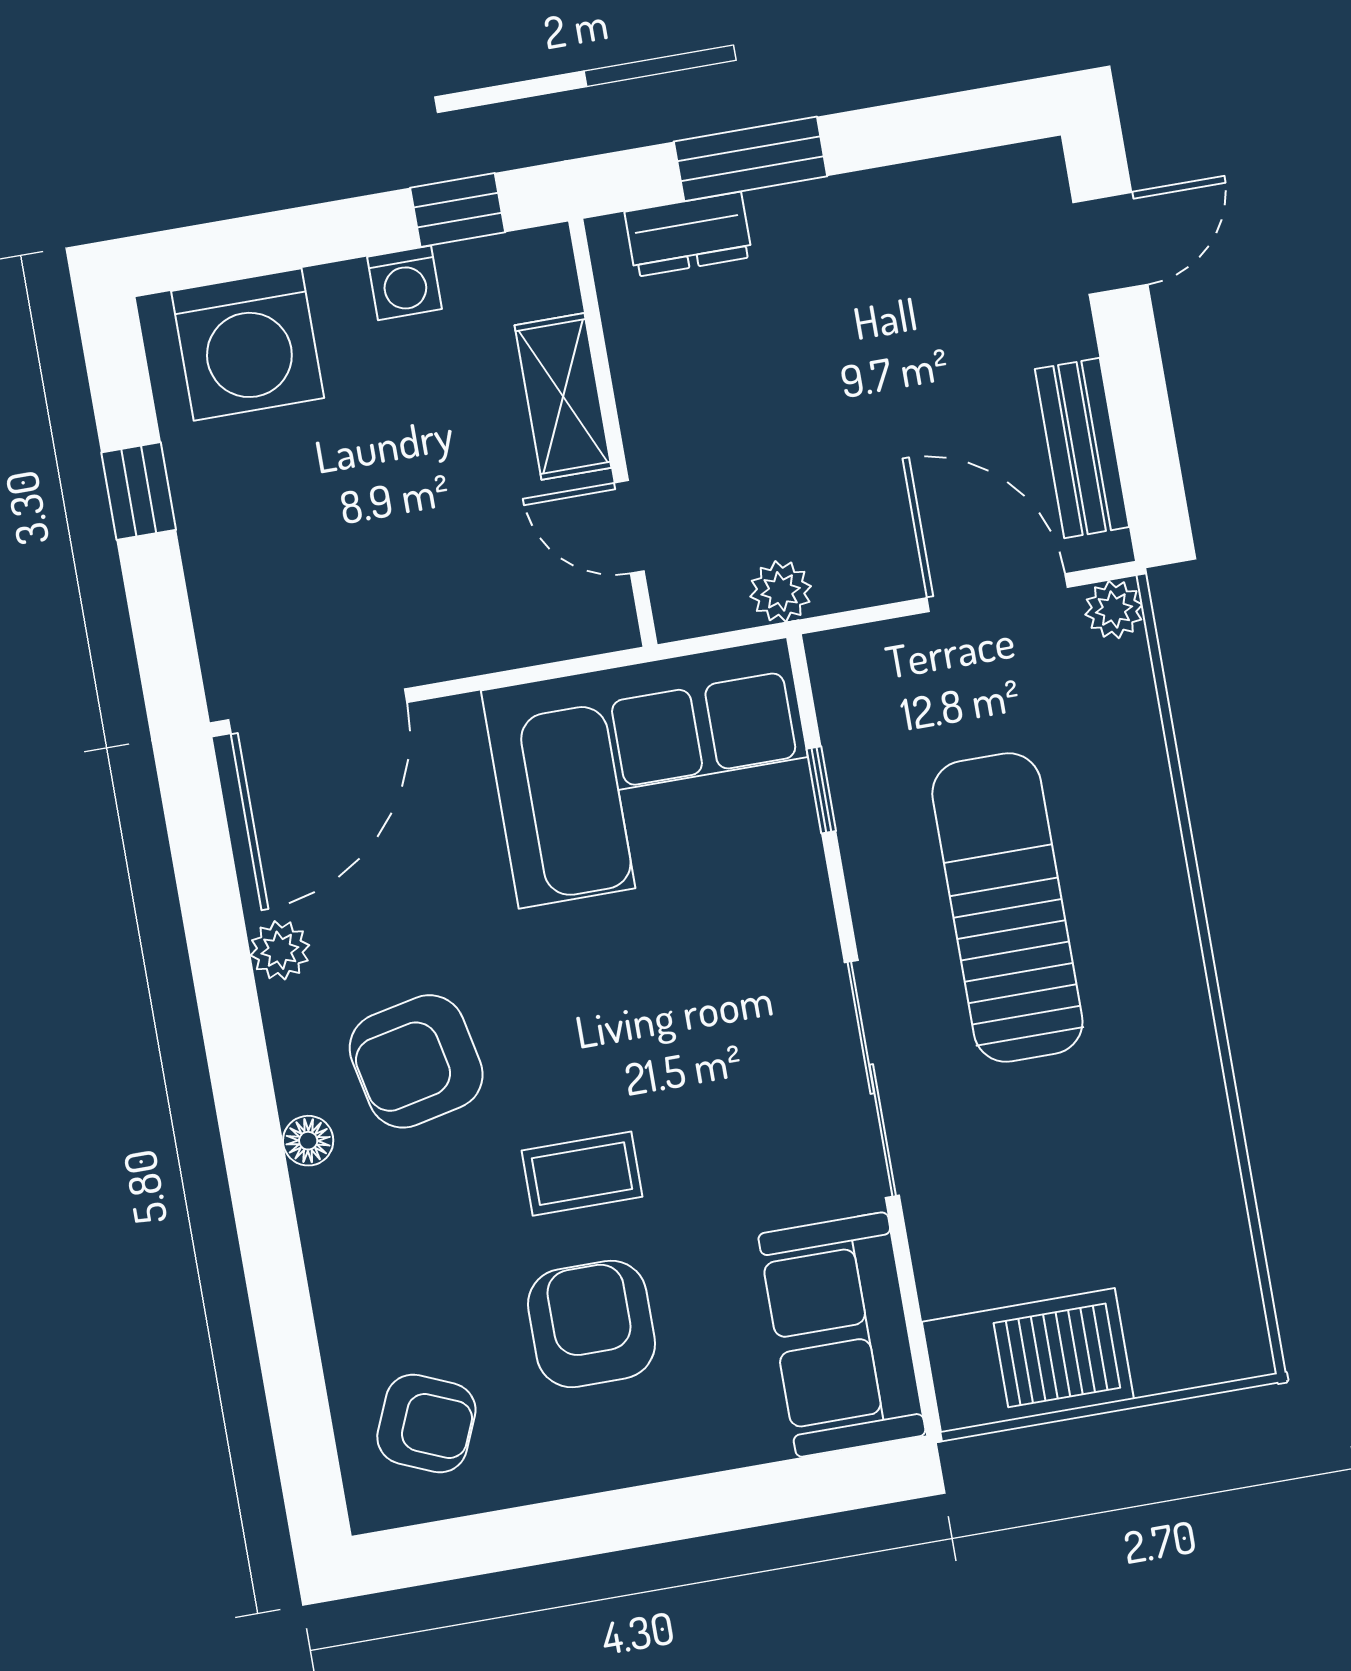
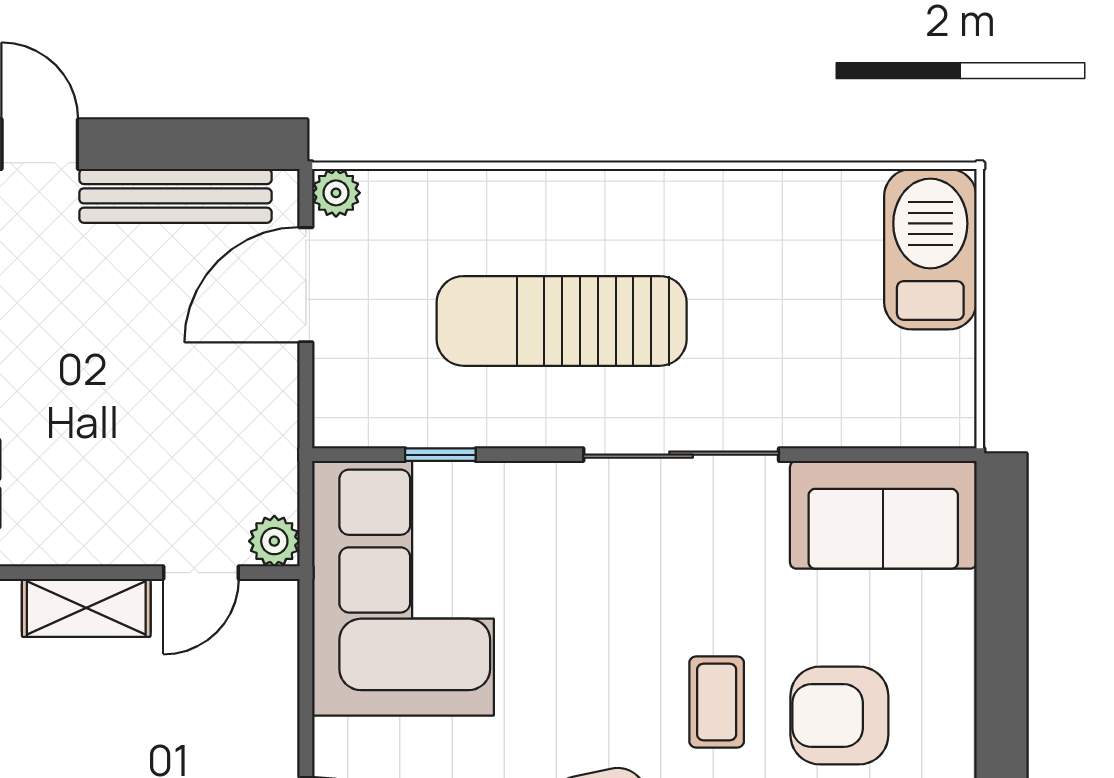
bench: (1082, 448) -> (175, 196), width x1.36
plant: (781, 591) -> (274, 541), moved
barbecue: (1028, 1360) -> (930, 249), moved

